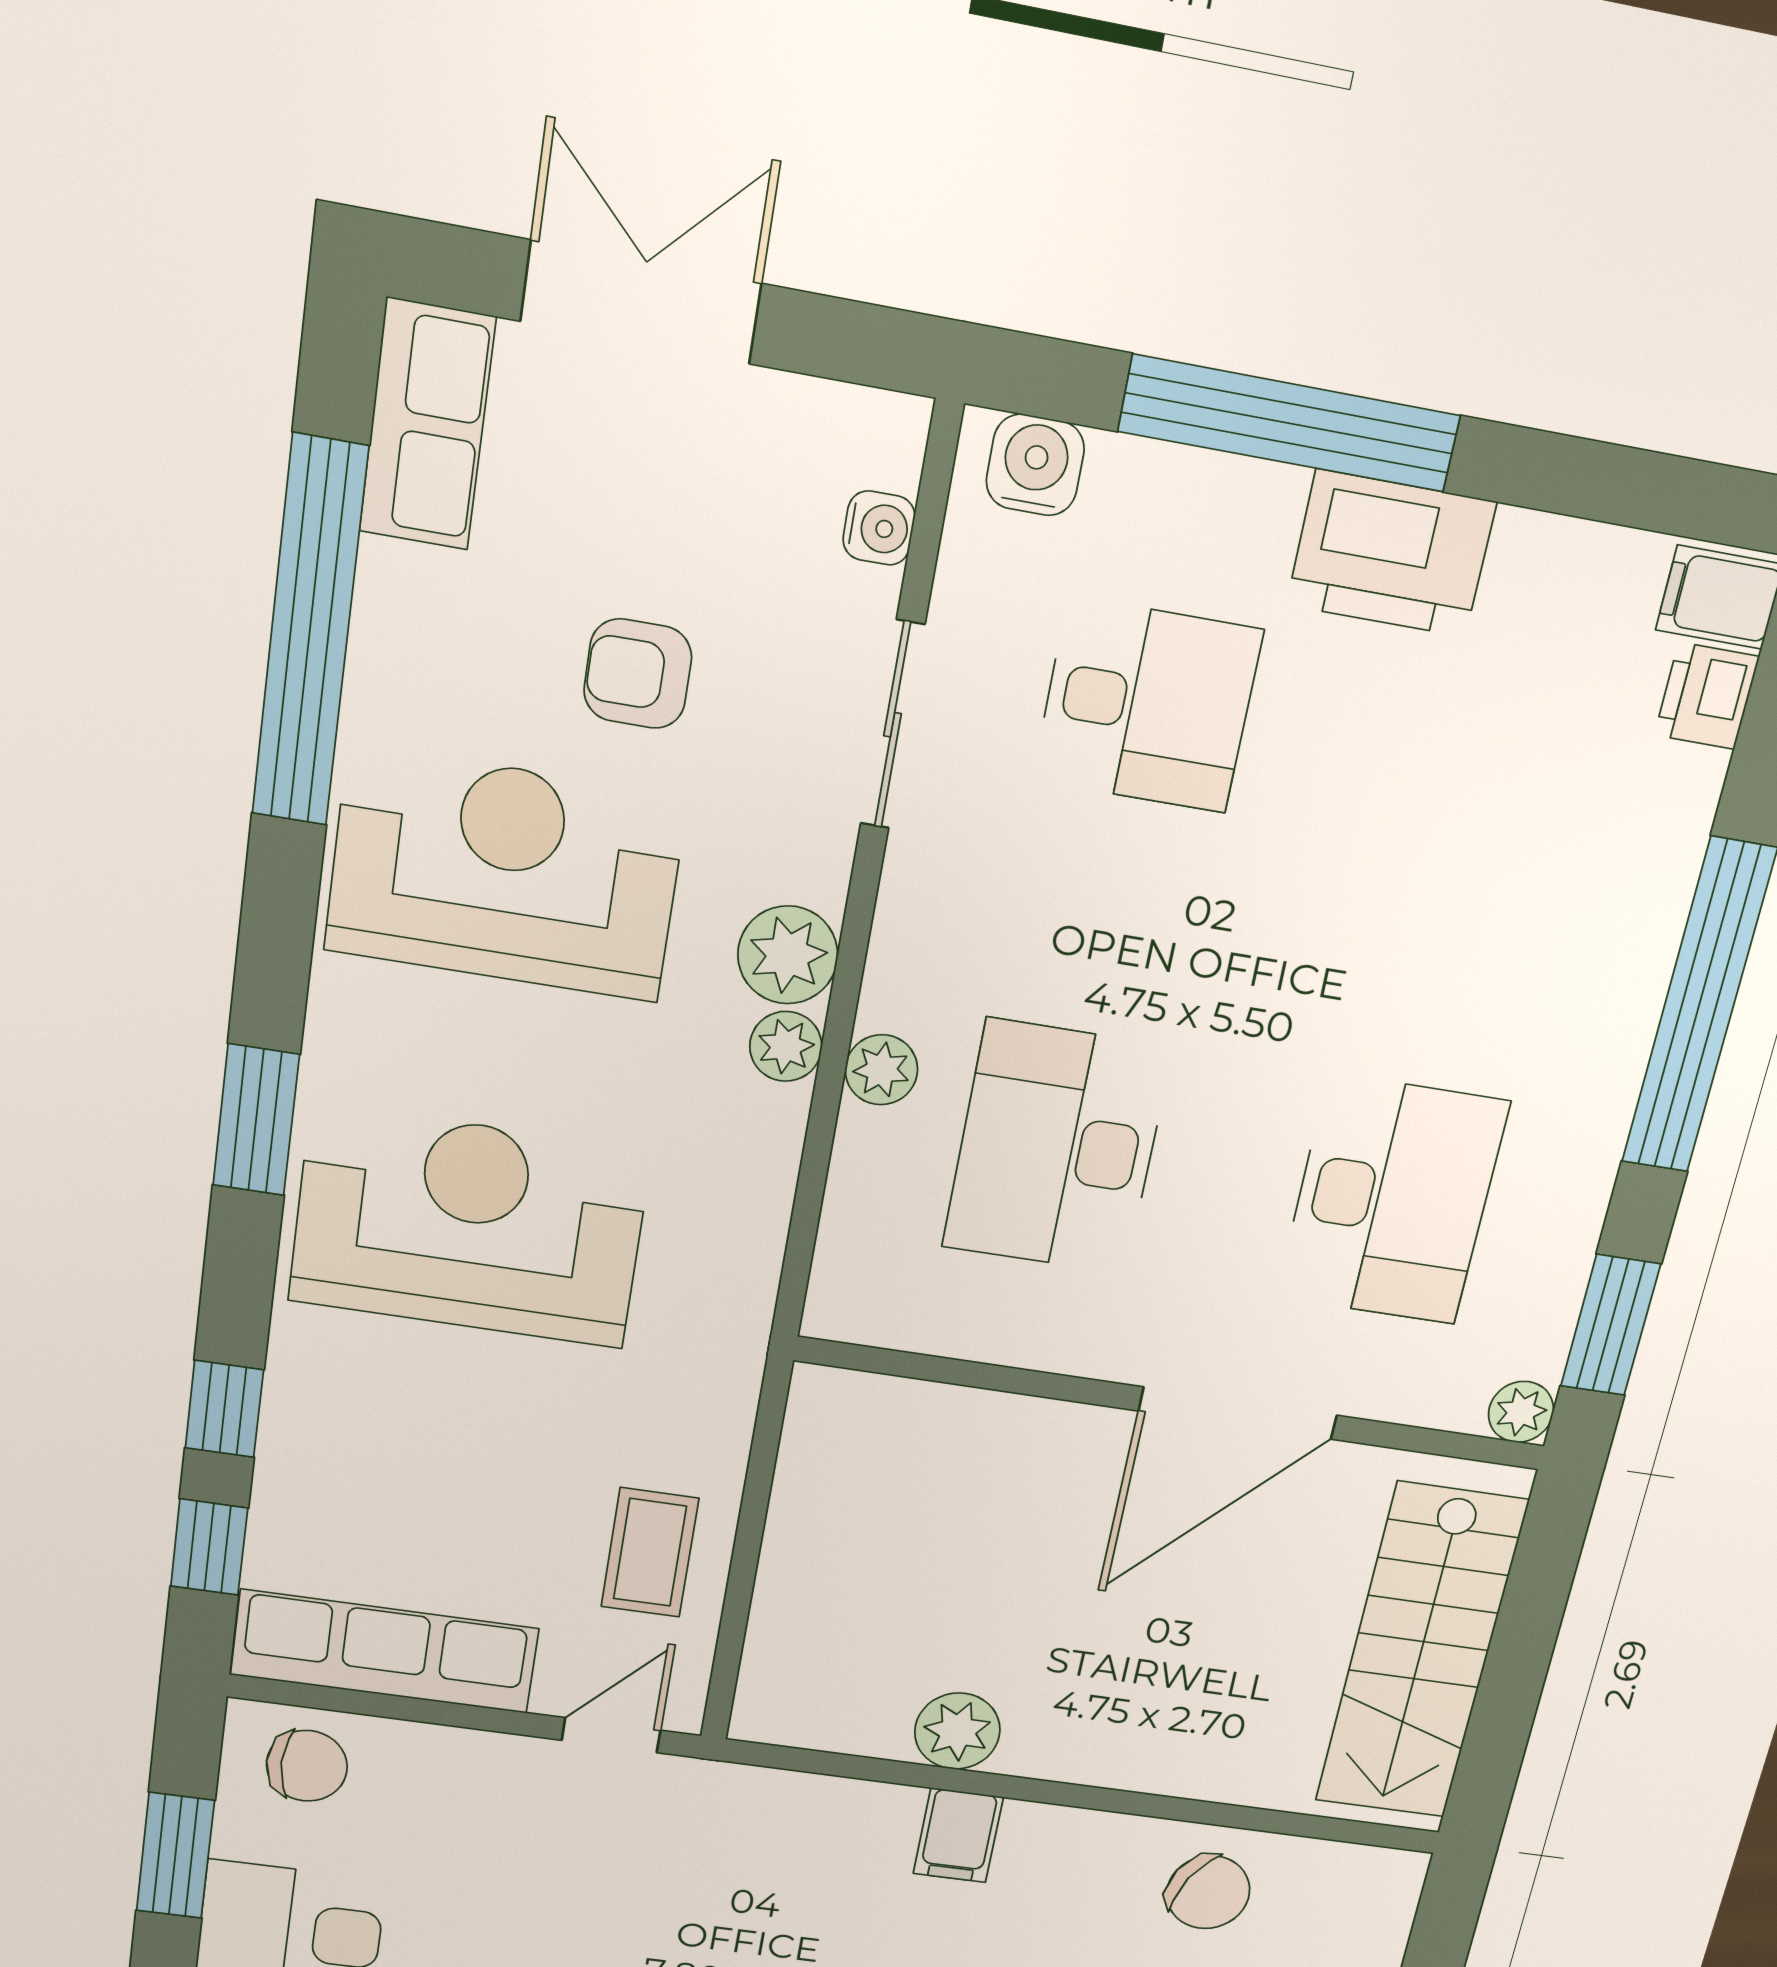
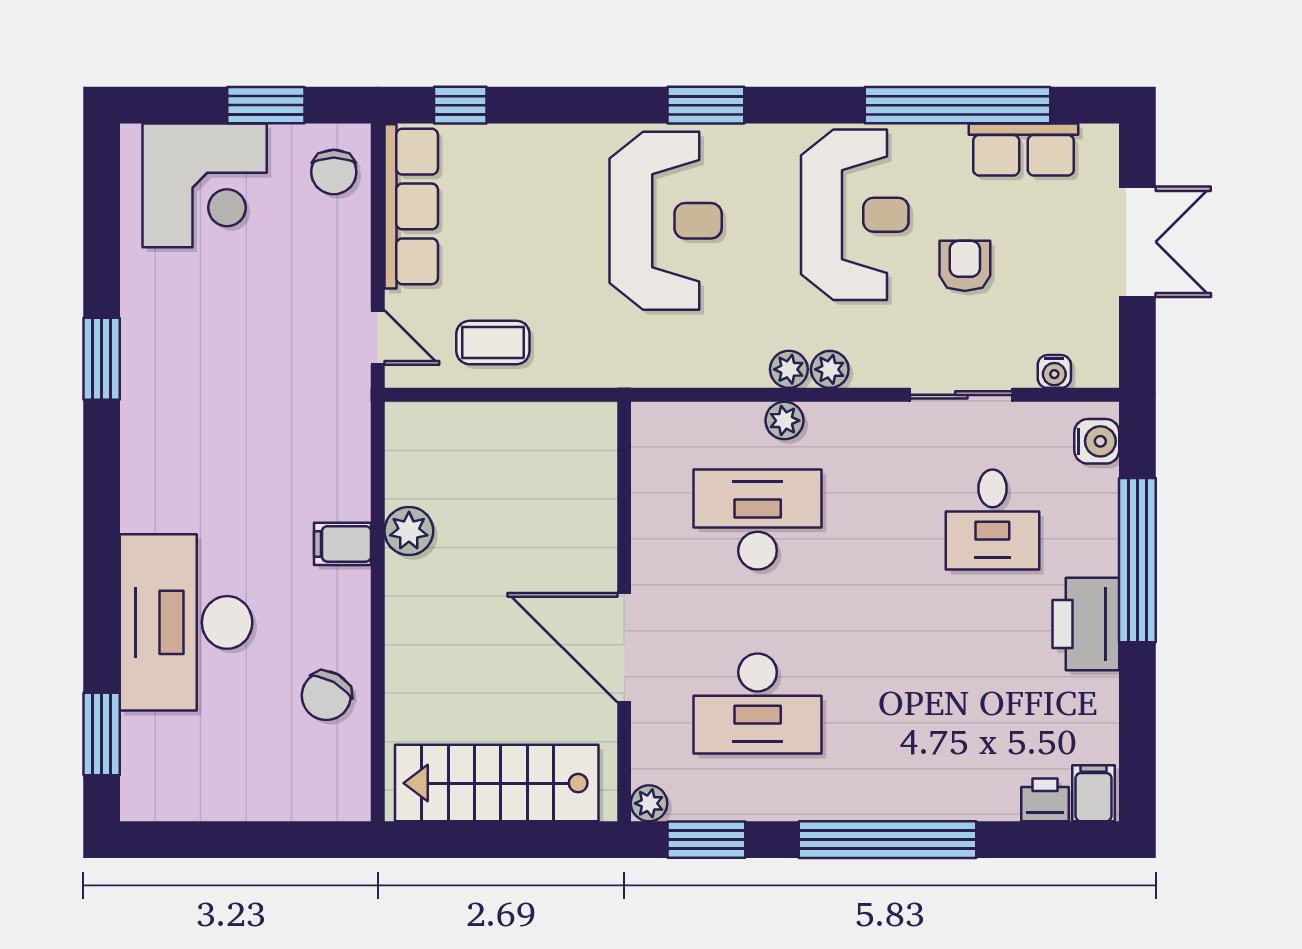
row of seats: (427, 425) -> (1023, 149), moved
plant: (788, 955) -> (830, 369), width x0.73, depth x0.73
window: (224, 1409) -> (543, 105), removed

